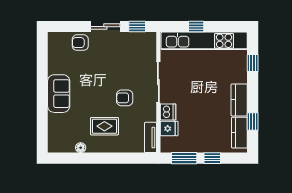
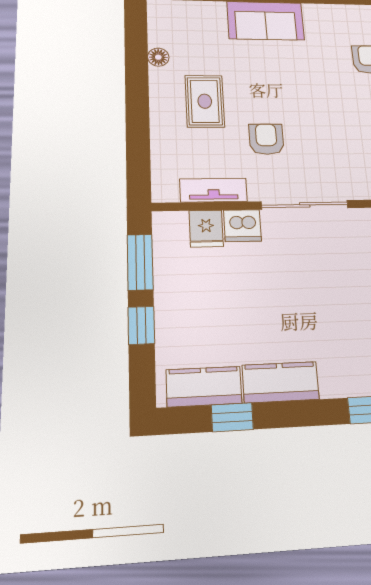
tv unit: (150, 137) -> (214, 190), moved

